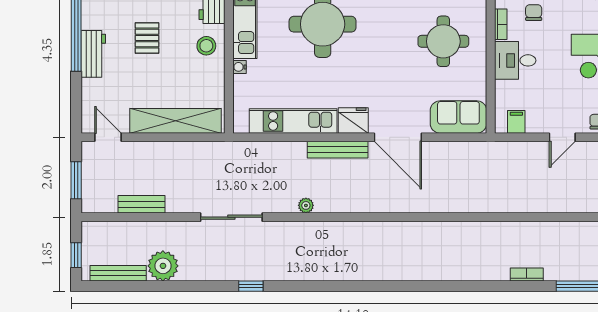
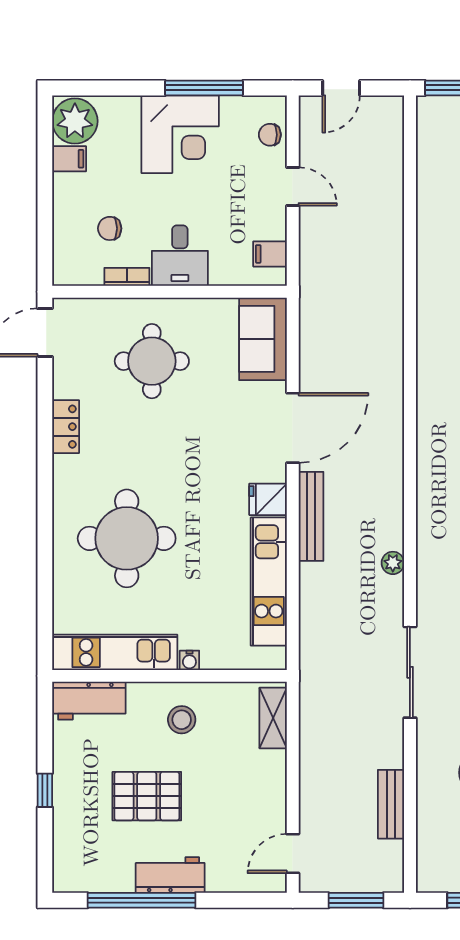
pallet: (147, 38) -> (147, 796), width x1.50, depth x1.42
stool: (206, 46) -> (182, 720), moved
fridge: (353, 120) -> (268, 499), width x0.72
shelving: (175, 121) -> (273, 718), width x0.45, depth x0.75

